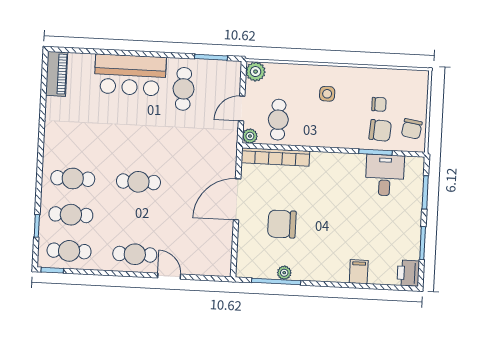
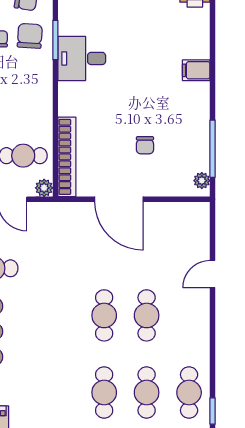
desk: (385, 175) -> (82, 58), moved
chair: (282, 224) -> (145, 145), width x0.54, depth x0.54
cafe table: (135, 254) -> (147, 315), moved
filing cabinet: (359, 272) -> (196, 70), moved
plant: (284, 273) -> (202, 181), moved

